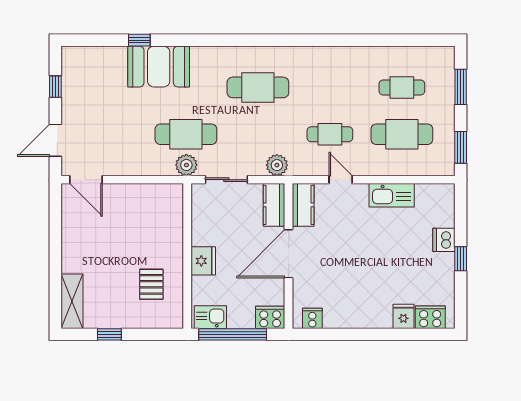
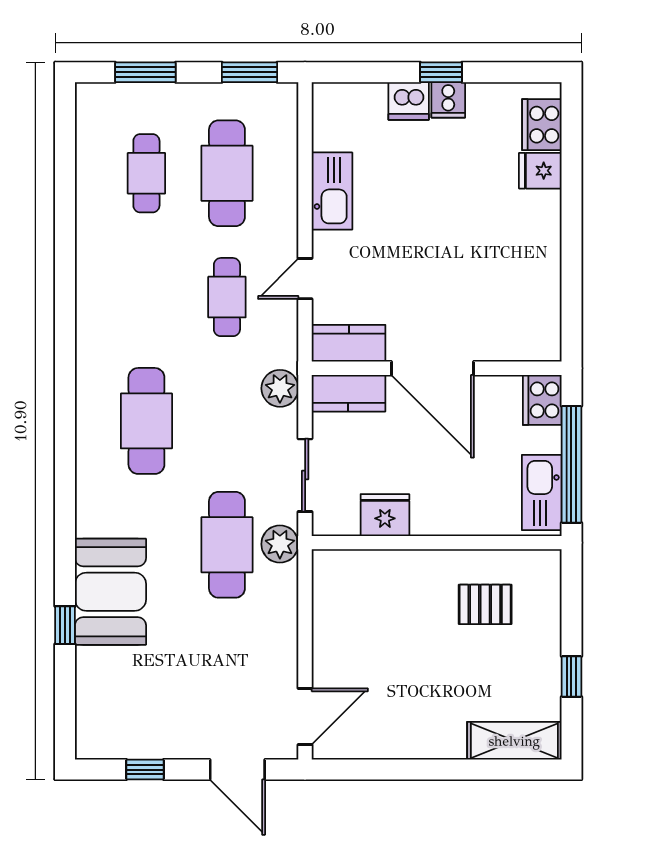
fridge: (203, 261) -> (385, 515), moved
kitchen sink: (210, 317) -> (542, 493), width x1.38
cooker: (312, 318) -> (448, 100), moved, turned -90

